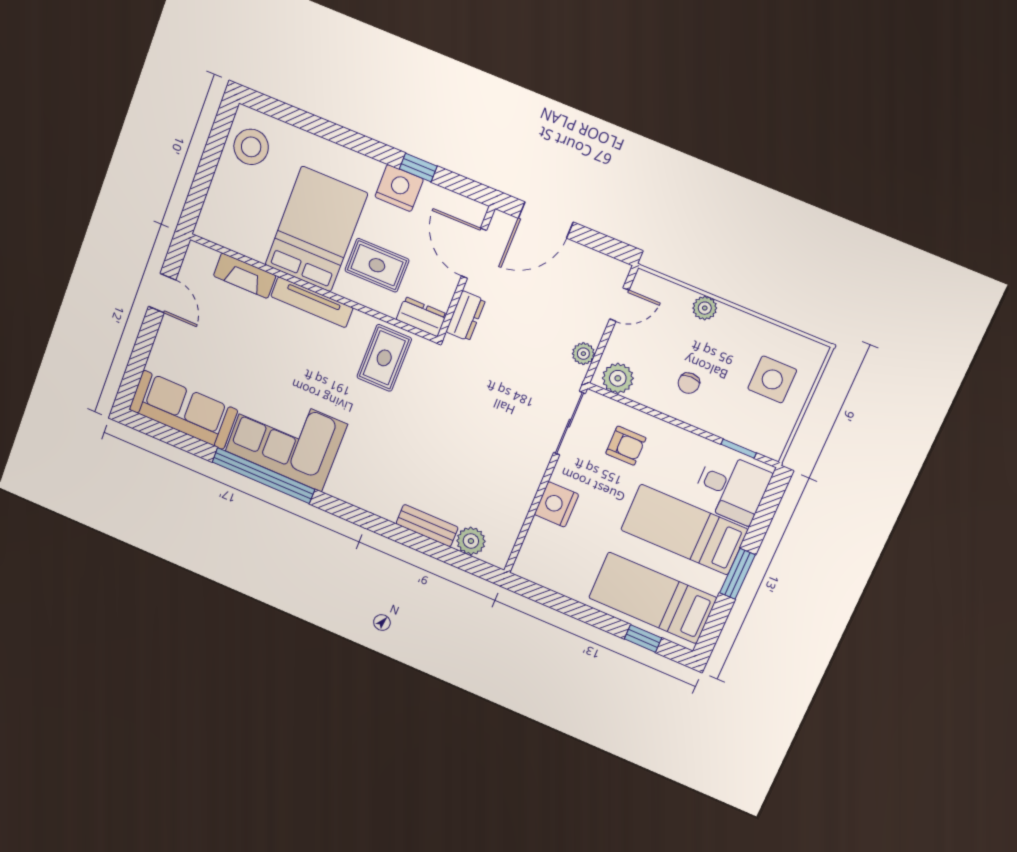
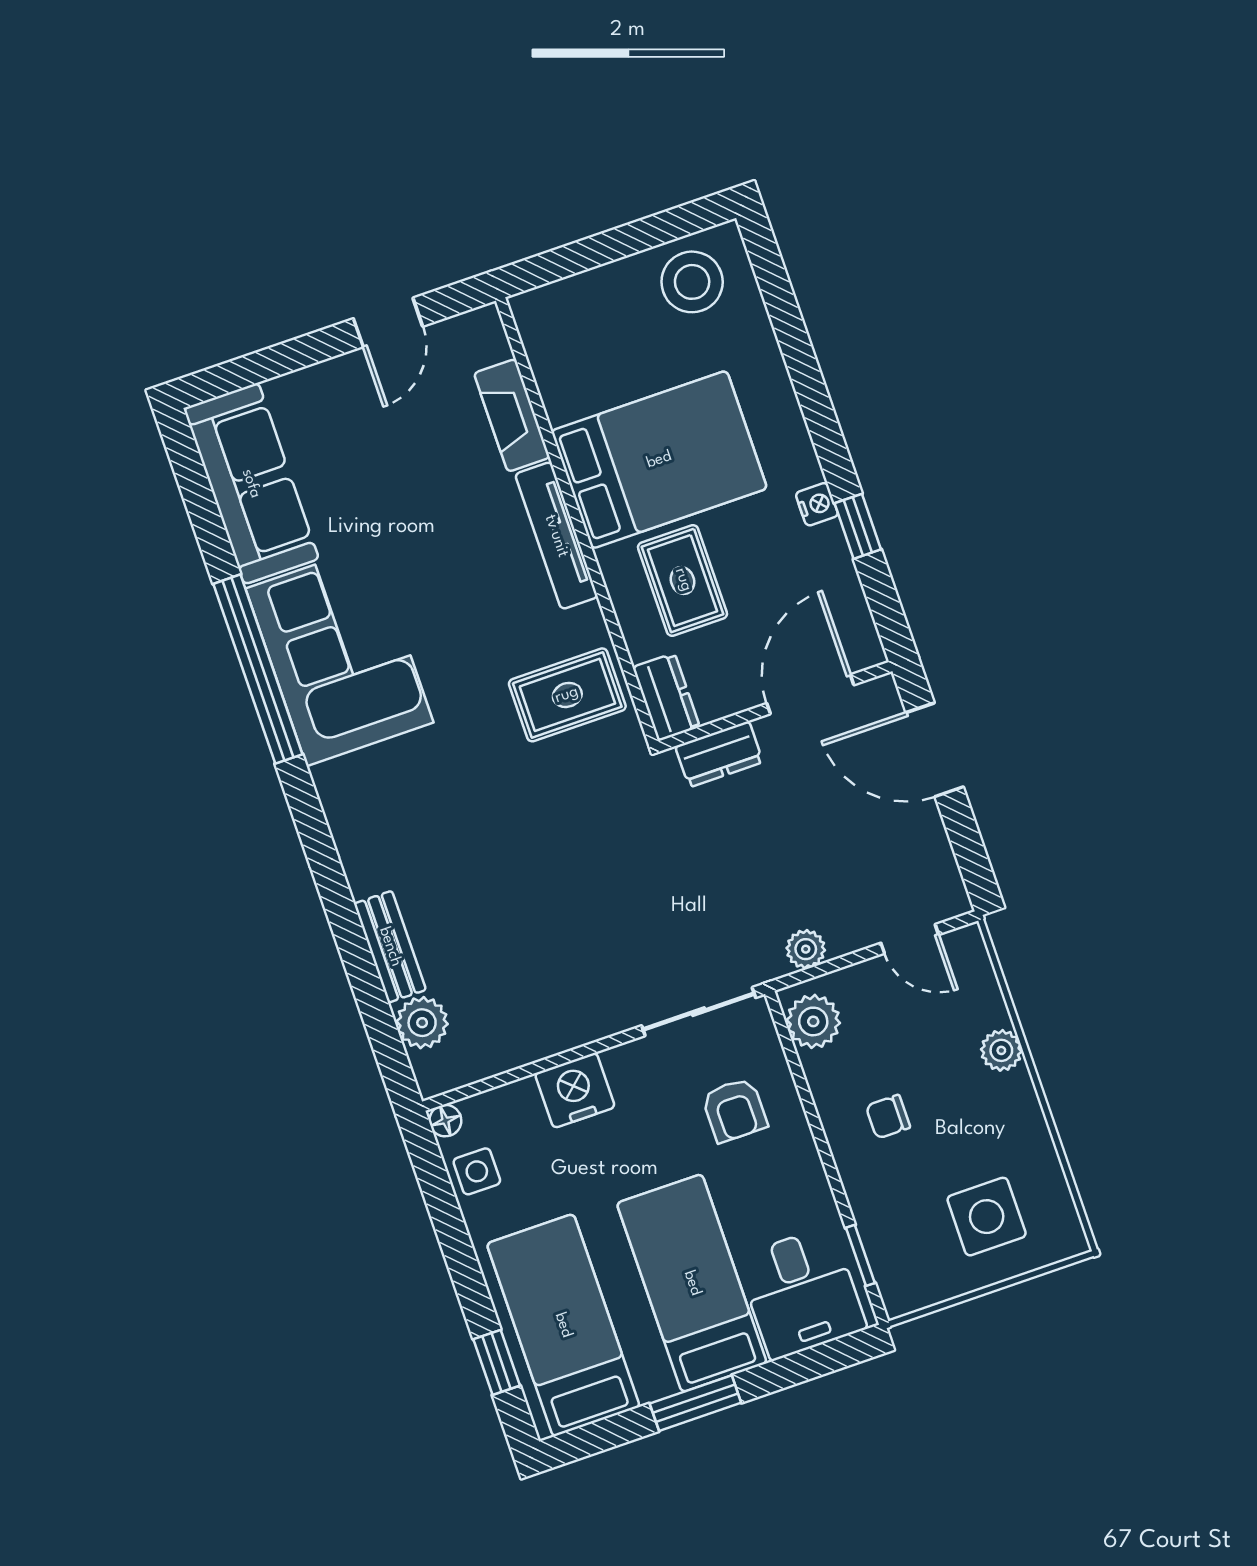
nightstand: (399, 188) -> (817, 504), width x0.53, depth x0.56
floor lamp: (521, 568) -> (445, 1121), added
side table: (554, 575) -> (477, 1171), added

